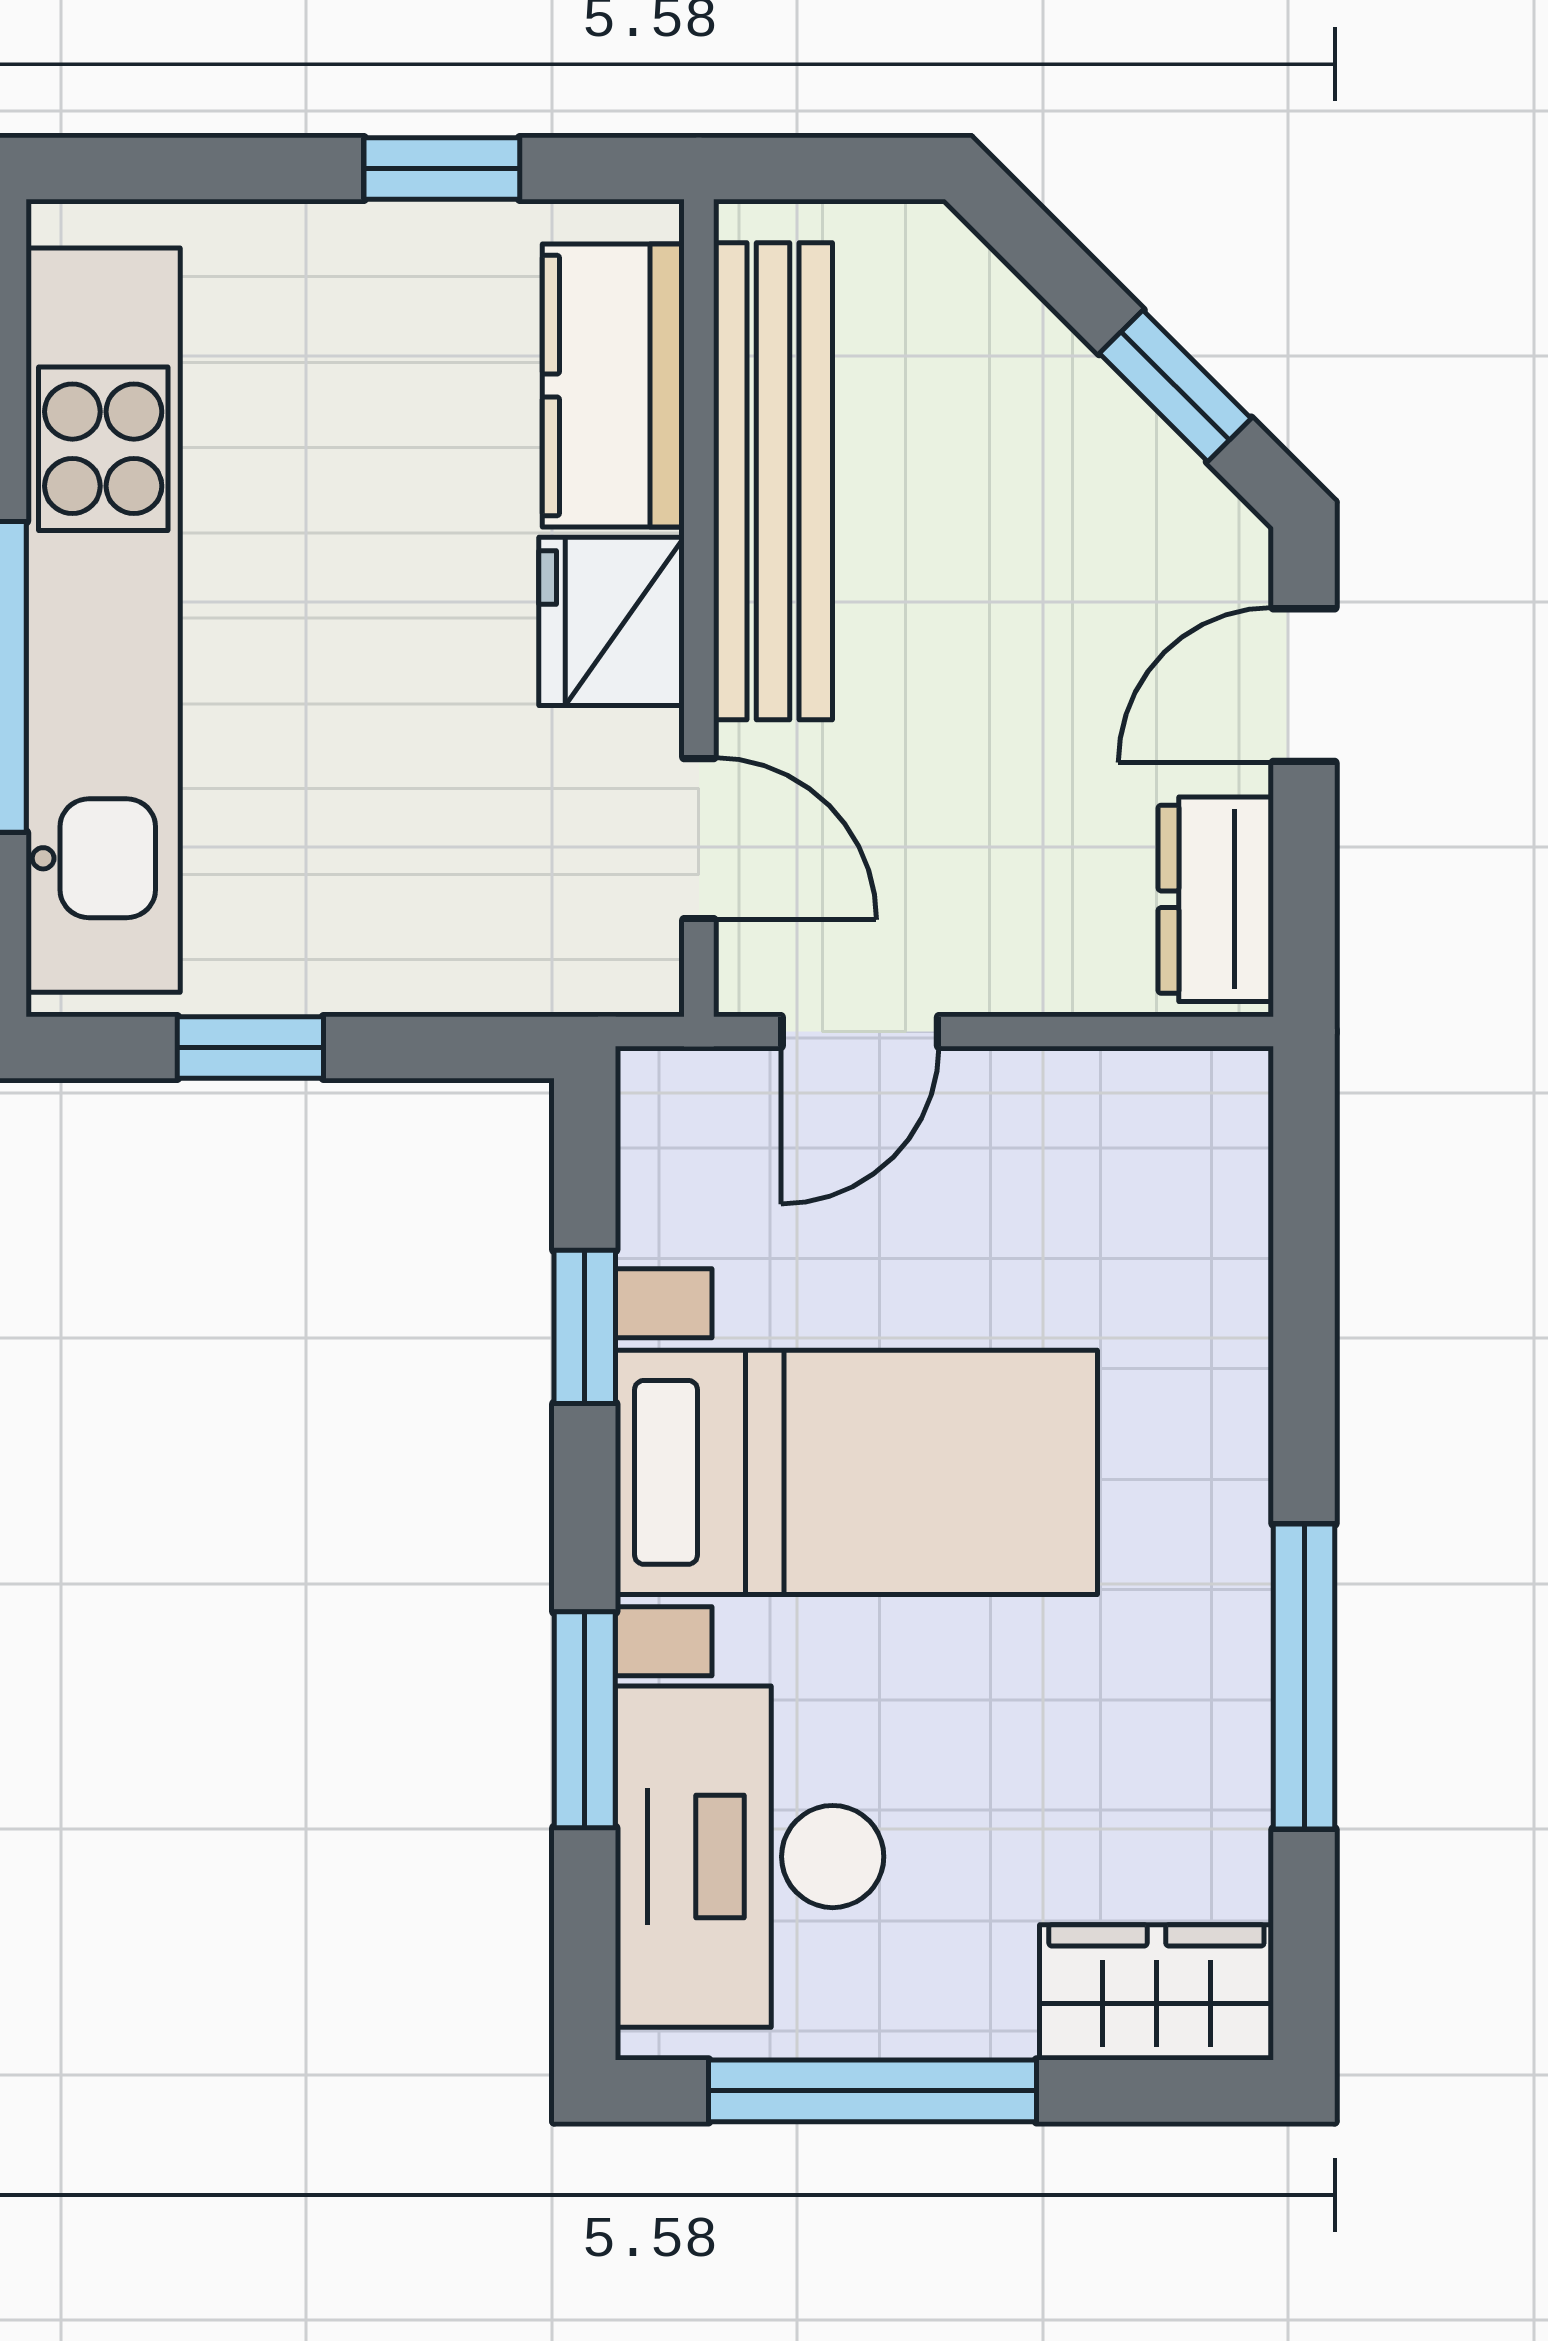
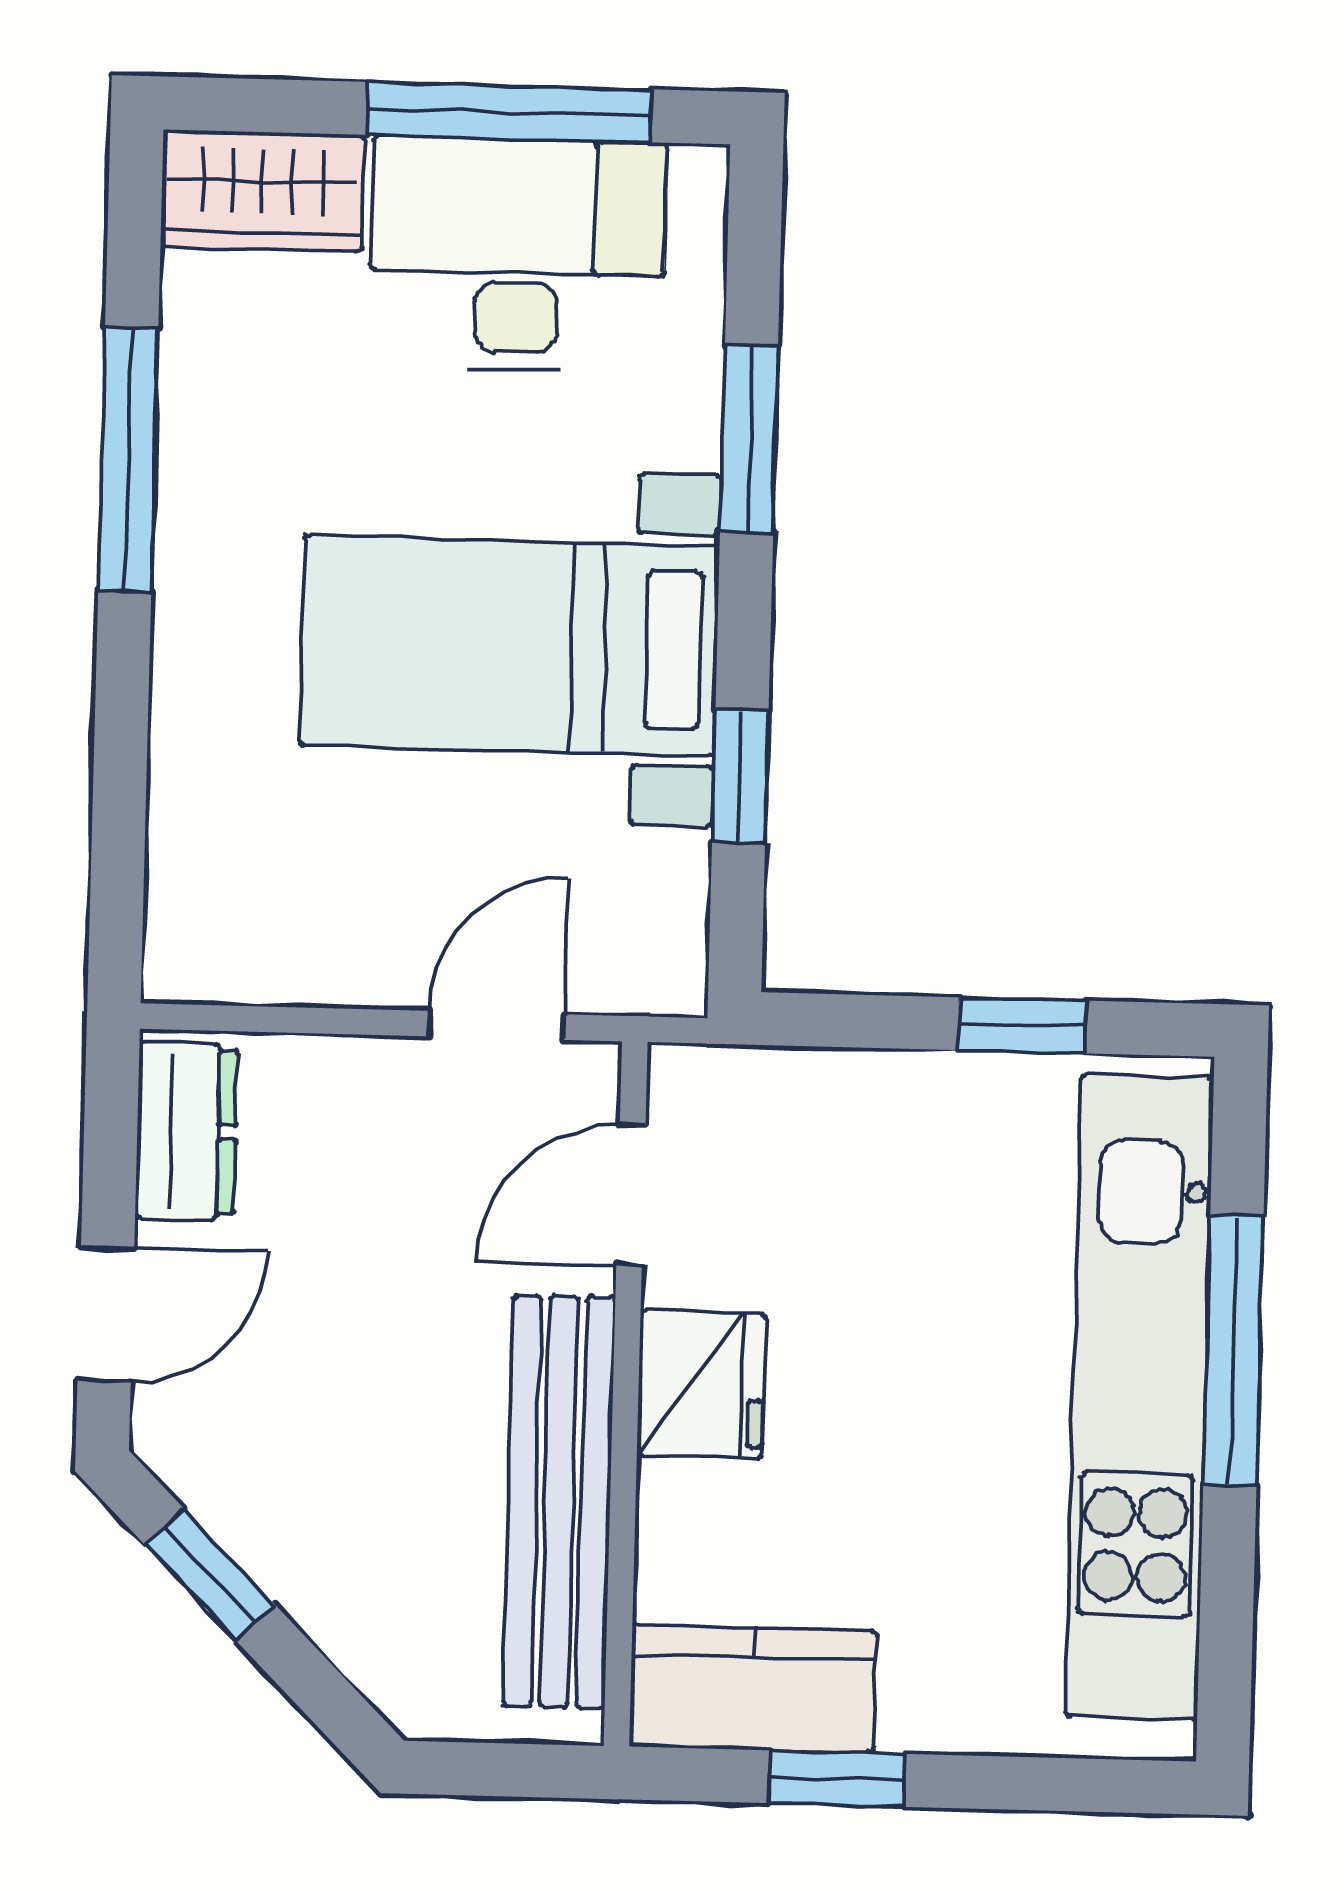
kitchen counter: (613, 386) -> (753, 1689), moved, turned -90
door: (699, 839) -> (631, 1195), hinge flipped
desk: (750, 1857) -> (517, 254), moved, turned -90

